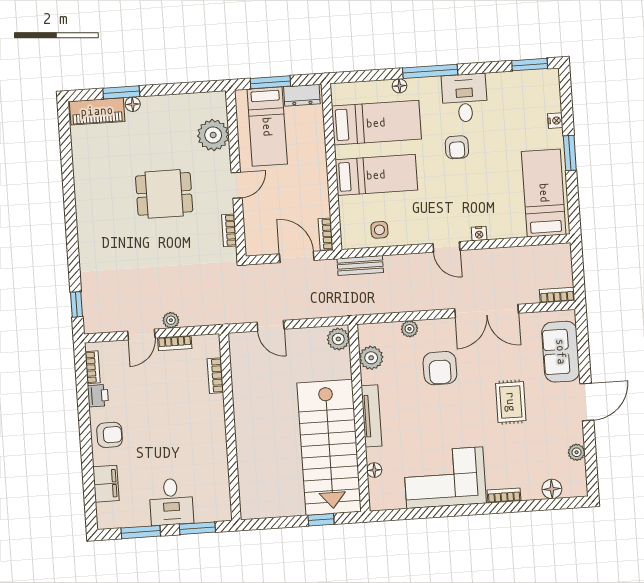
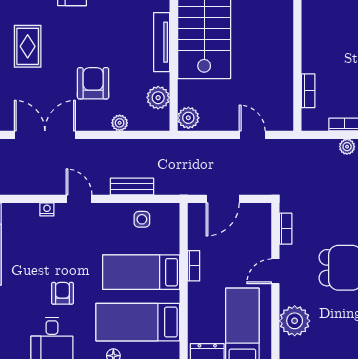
bookcase: (326, 234) -> (194, 266), moved
door: (297, 257) -> (223, 199), hinge flipped
bench: (360, 266) -> (132, 187), moved

